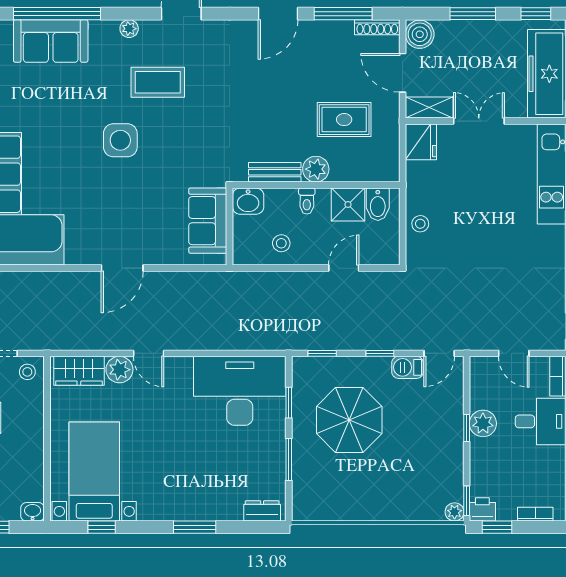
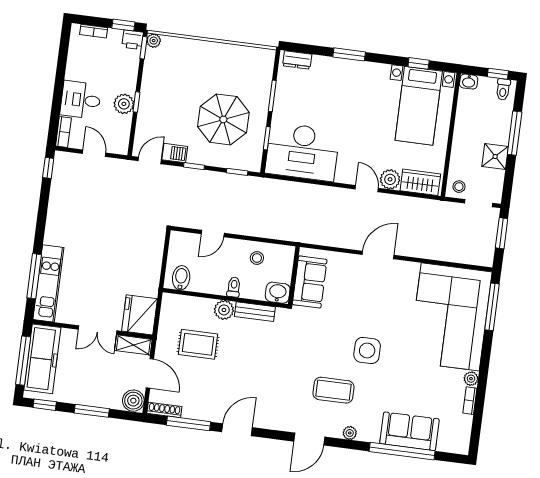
fridge: (421, 142) -> (140, 315), width x1.36, depth x1.34
shower: (348, 204) -> (203, 280), removed
stool: (420, 224) -> (151, 259), removed

